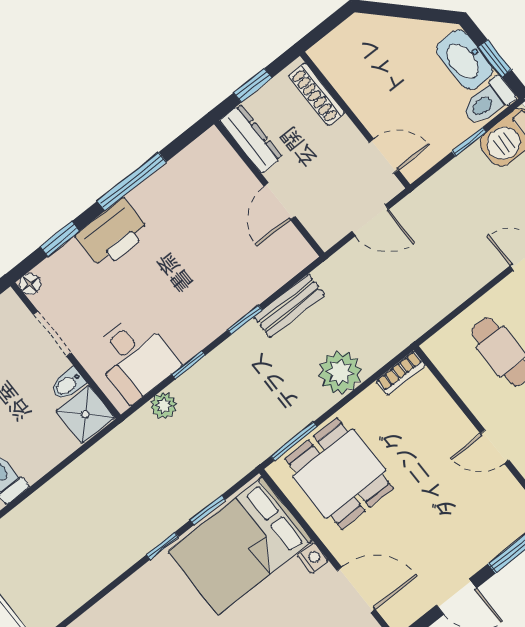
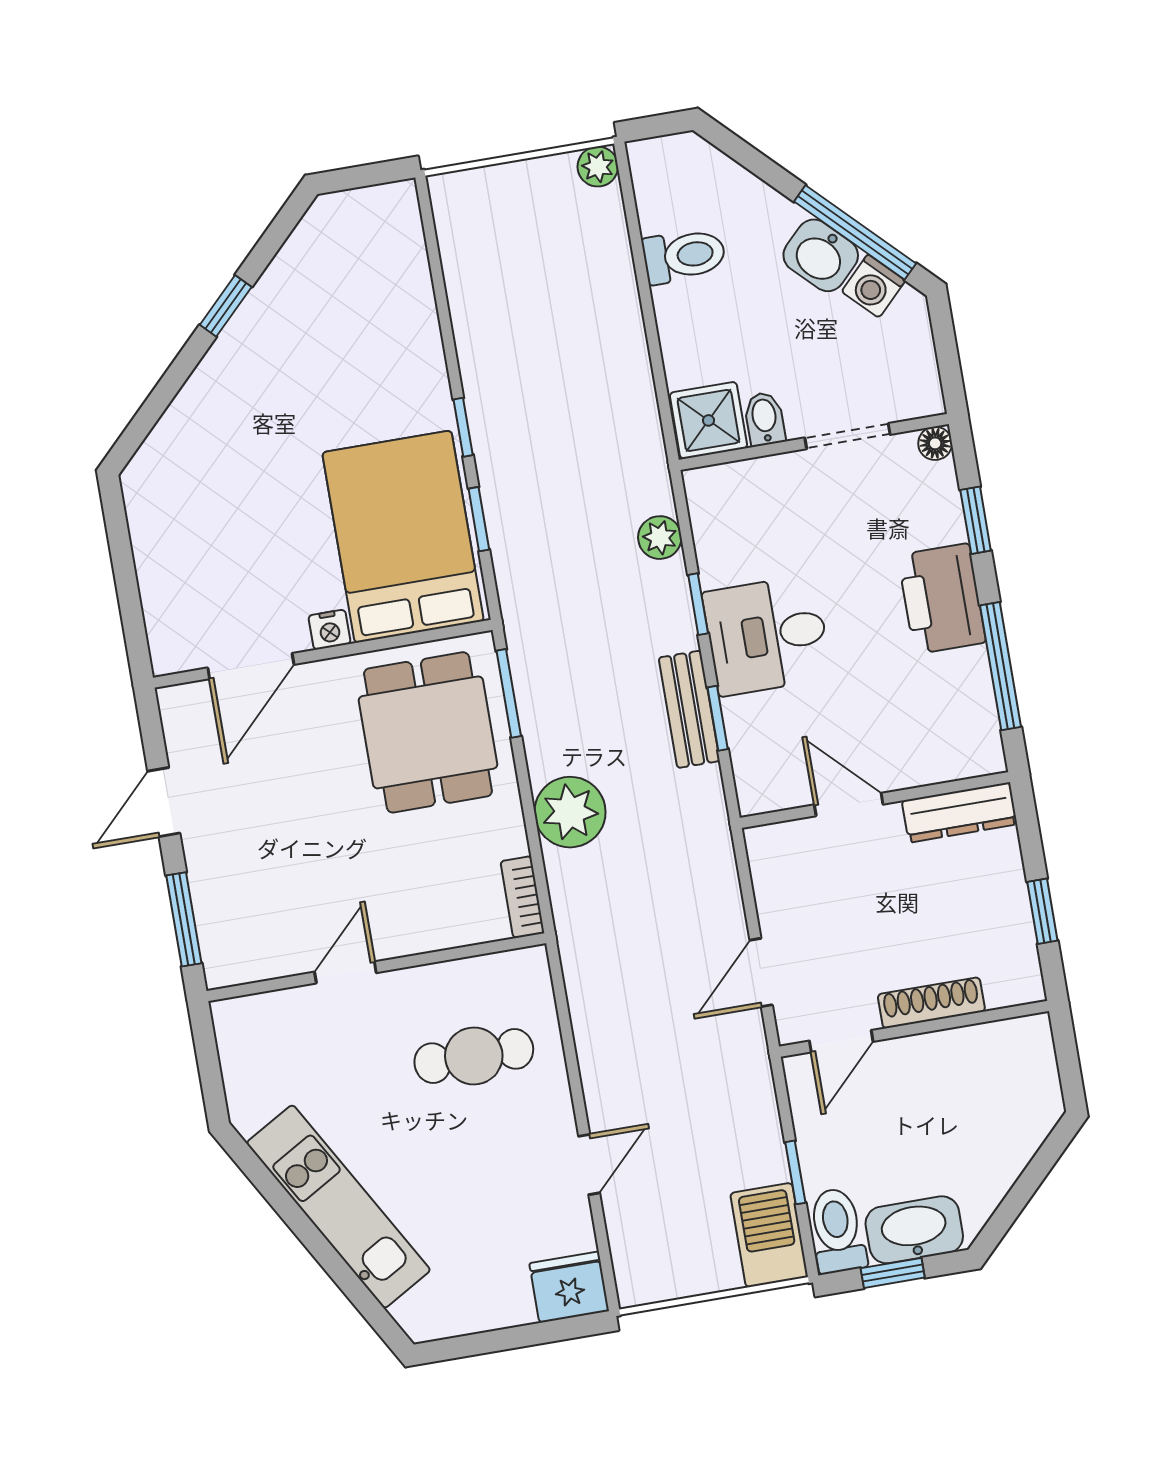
shoe rack: (317, 94) -> (931, 1003), moved
dresser: (251, 139) -> (959, 812), moved
wall: (269, 188) -> (875, 800), moved
door: (280, 201) -> (849, 804), moved
bench: (289, 306) -> (689, 709), moved
desk: (135, 358) -> (767, 635), moved
dining table: (339, 474) -> (428, 732), turned 90

